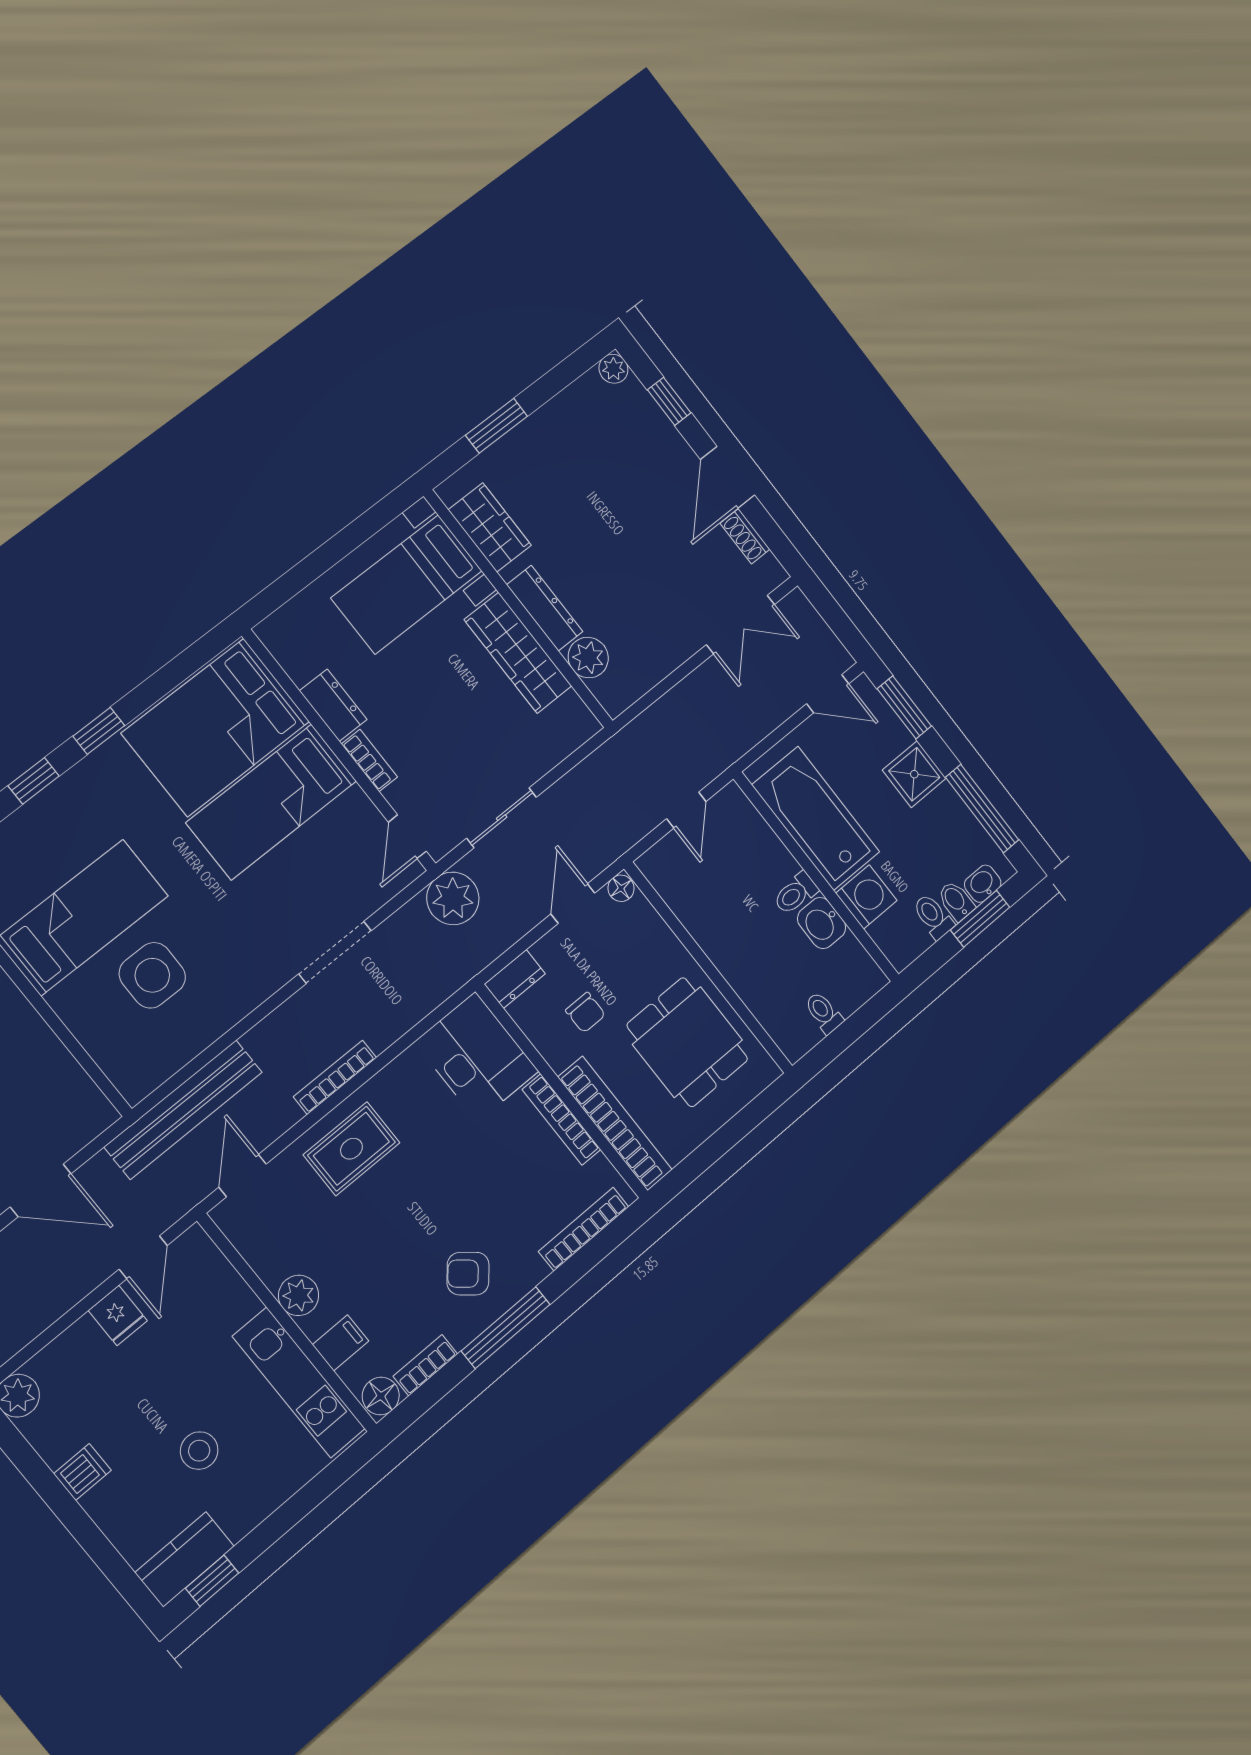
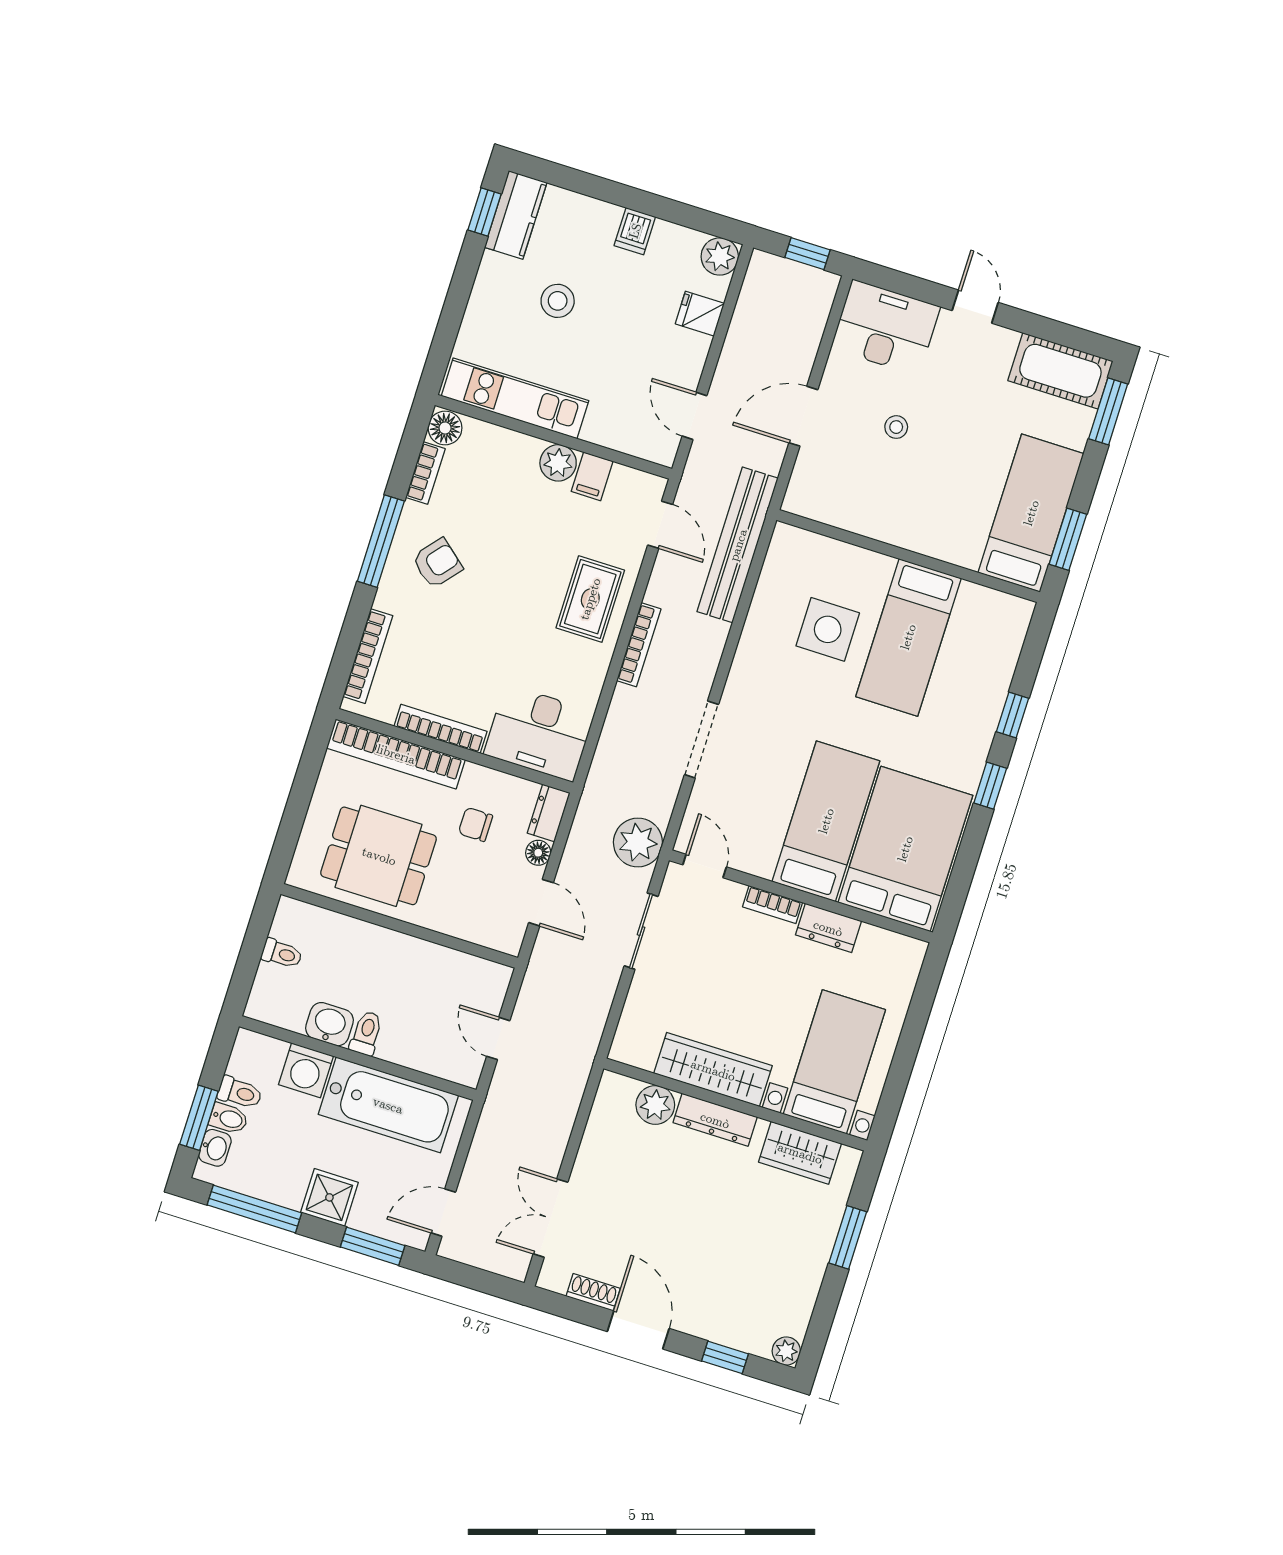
floor lamp: (621, 888) -> (538, 853), moved
fridge: (118, 1316) -> (700, 314), moved
filing cabinet: (340, 1343) -> (592, 476), moved

